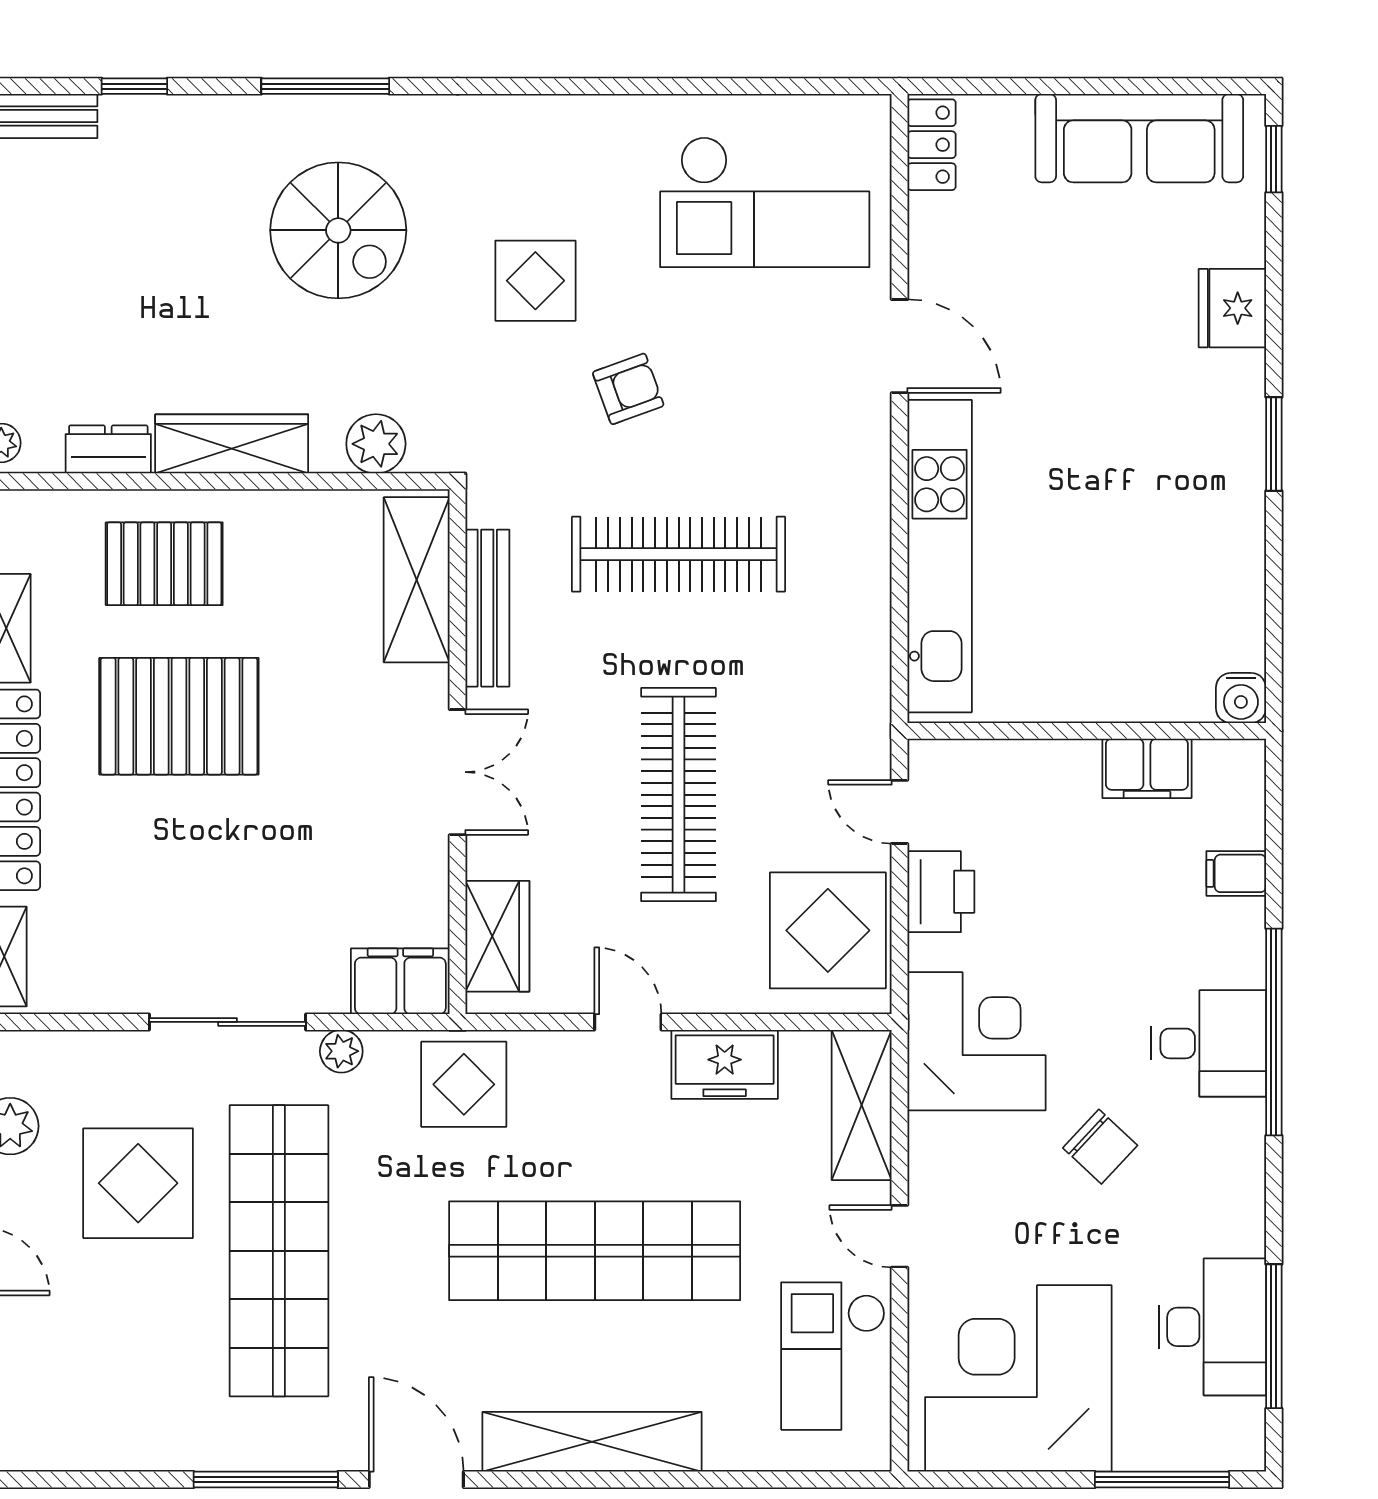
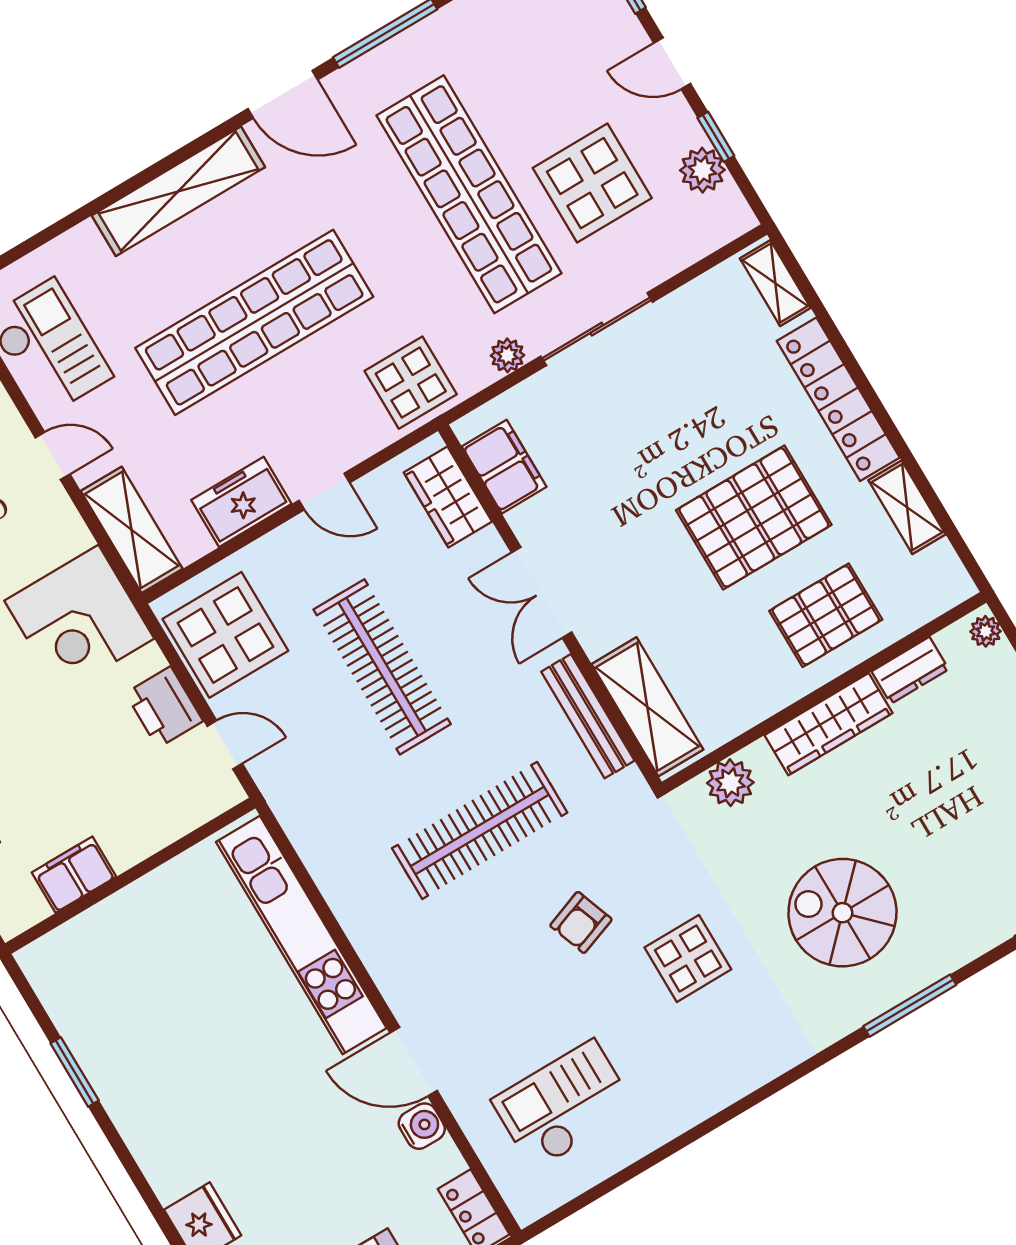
checkout: (765, 202) -> (564, 1105), width x0.73, depth x0.83
window: (1274, 444) -> (75, 1072), moved
water cooler: (1241, 698) -> (422, 1126), moved, turned 90
filing cabinet: (400, 981) -> (504, 467), moved, turned -90

